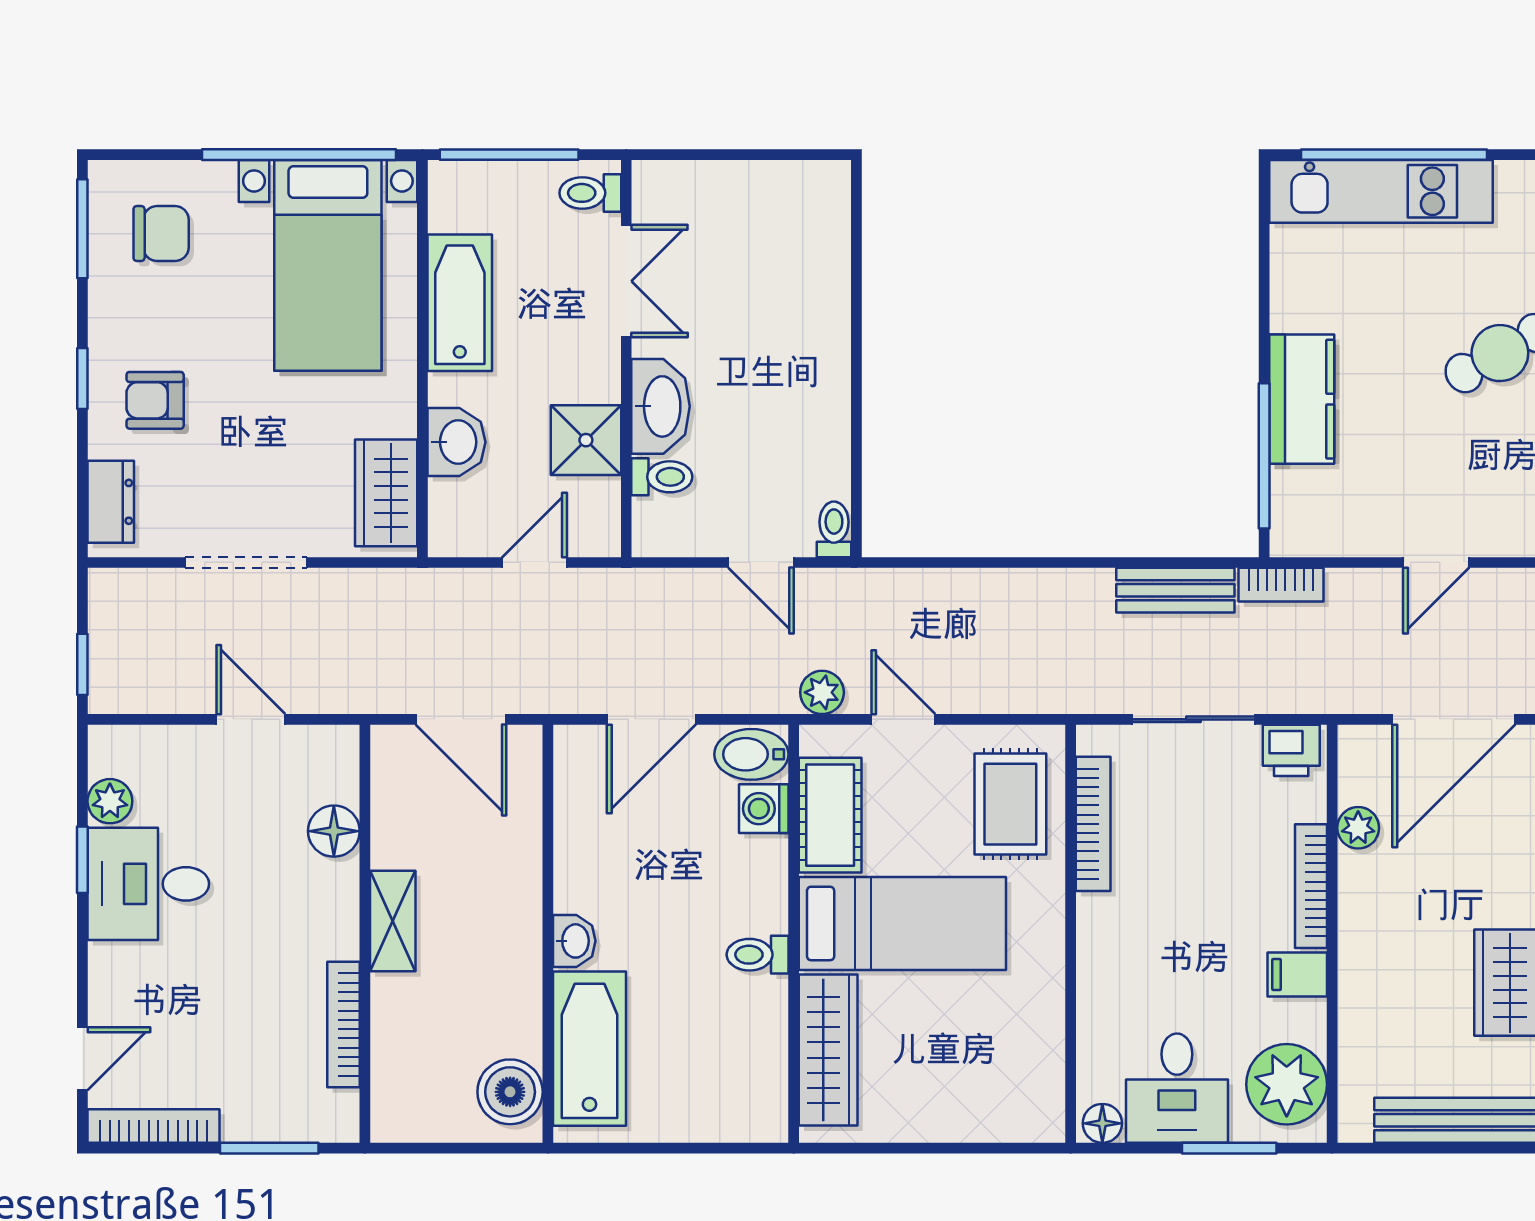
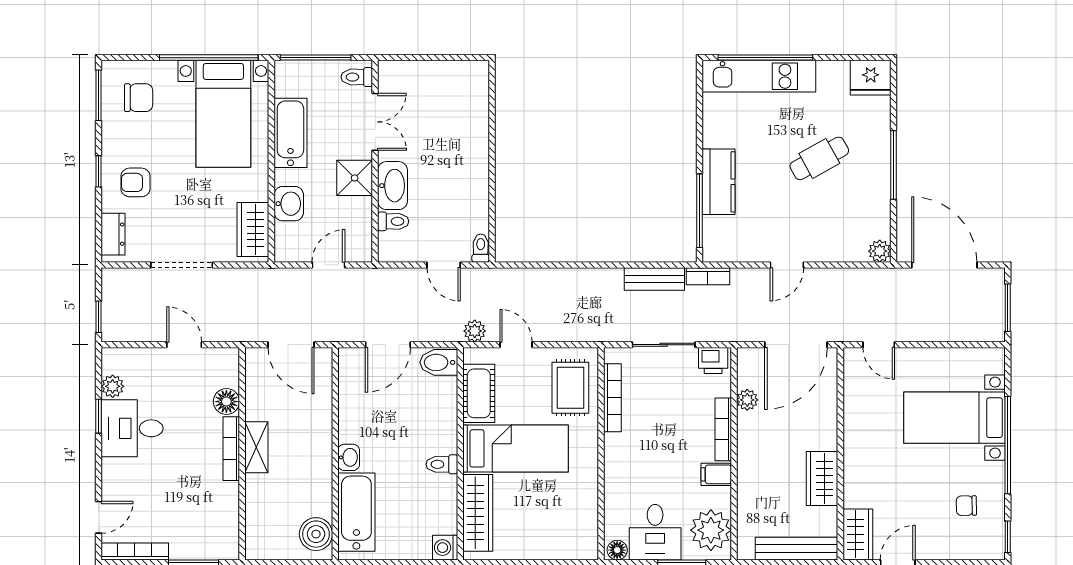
shower: (586, 440) -> (355, 178), moved
washing machine: (764, 809) -> (445, 548), moved
bookcase: (343, 1025) -> (231, 449), moved

